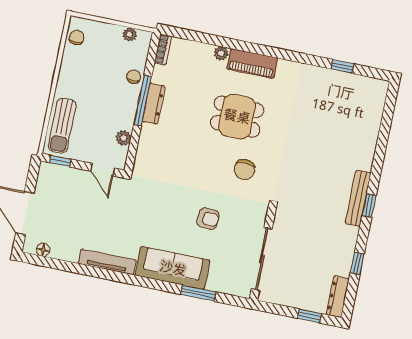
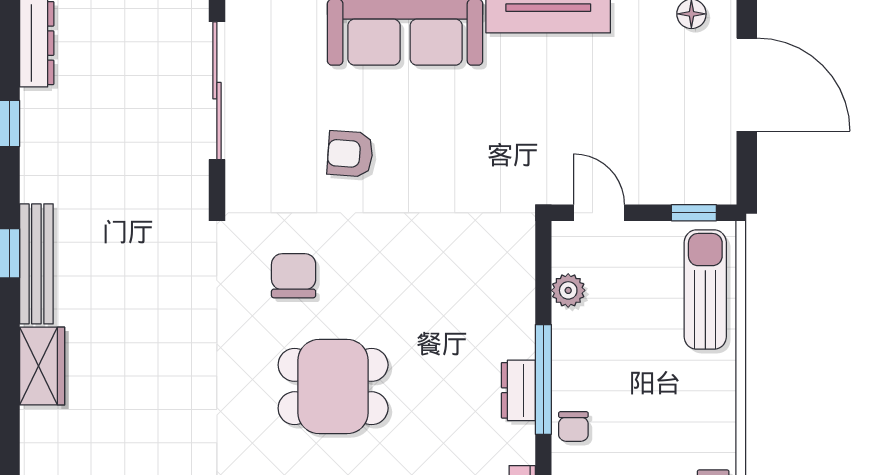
dresser: (154, 104) -> (518, 390), width x0.70
wardrobe: (365, 152) -> (42, 366), added

